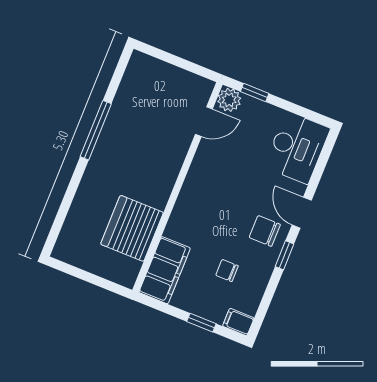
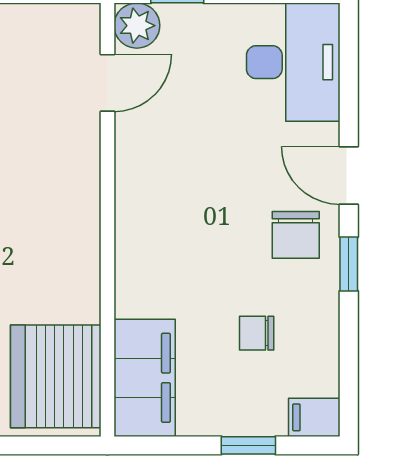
server rack: (132, 228) -> (56, 376), moved
chair: (265, 231) -> (296, 235), turned -90

